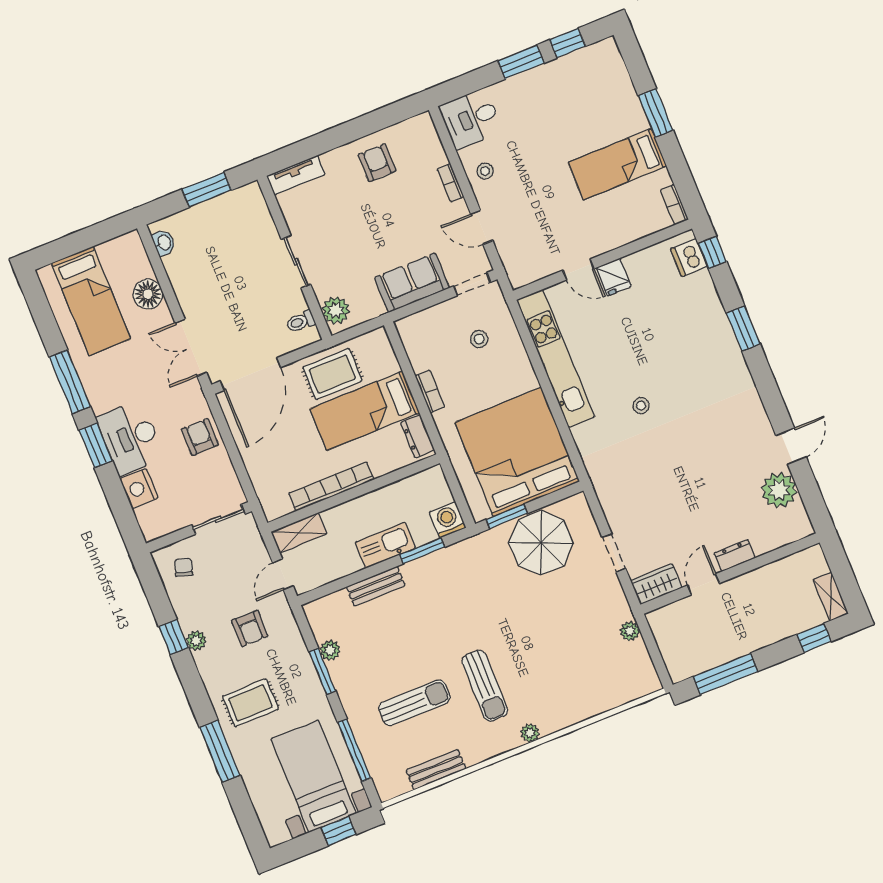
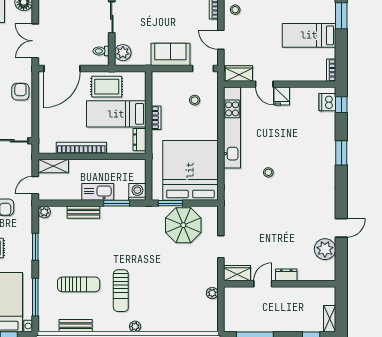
wardrobe: (532, 269) -> (239, 73), added
plant: (330, 650) -> (44, 212), moved

